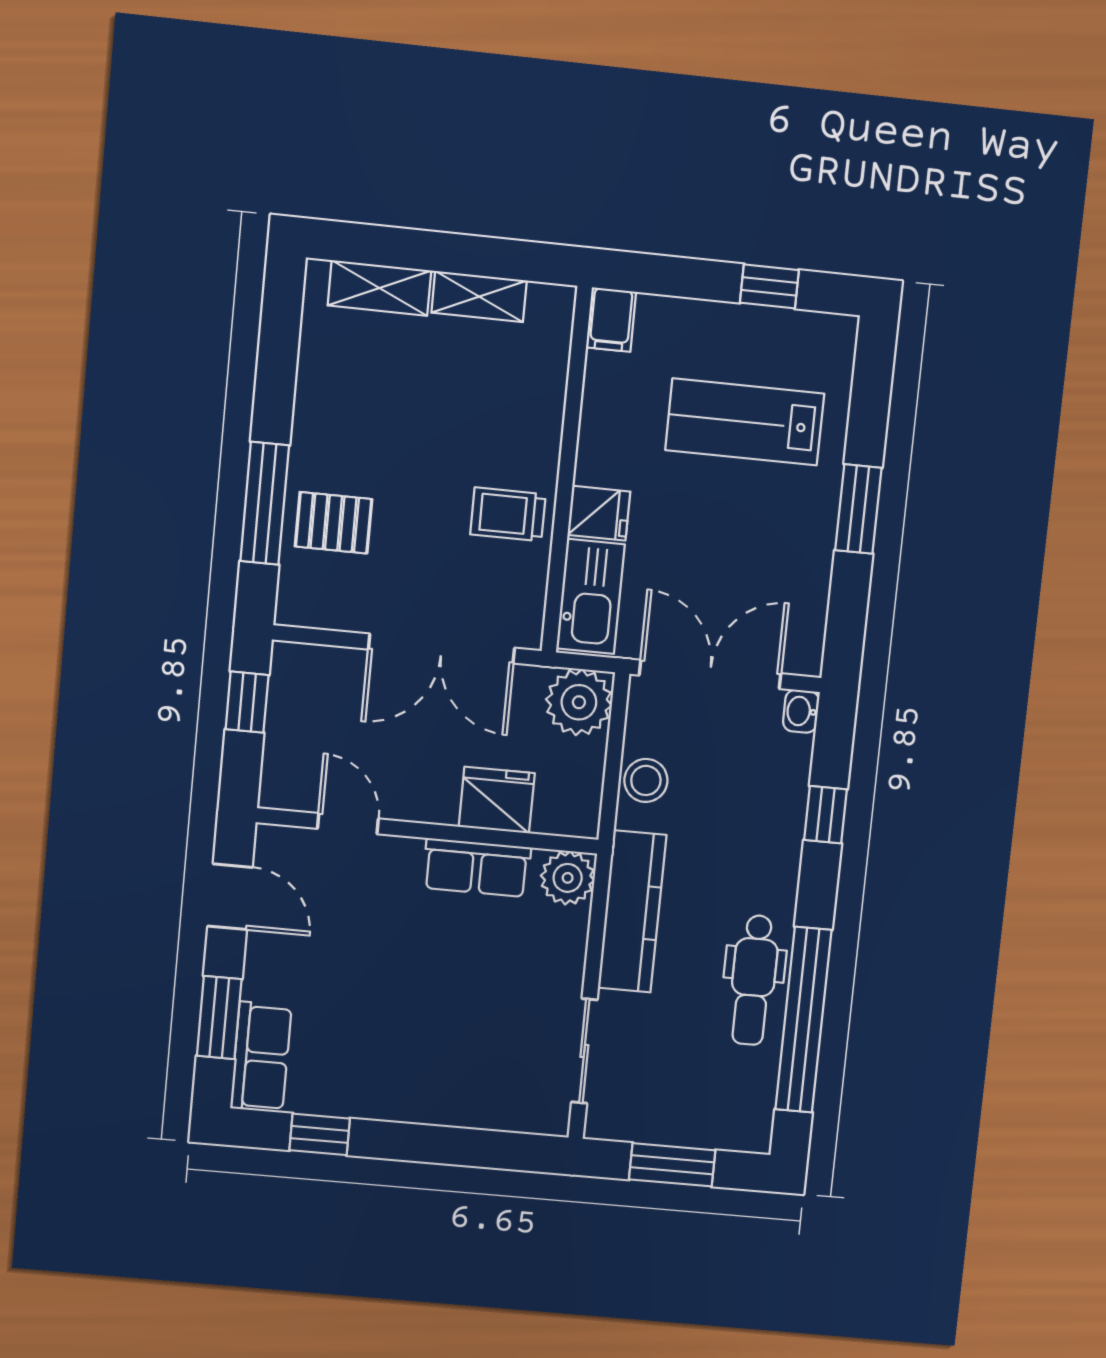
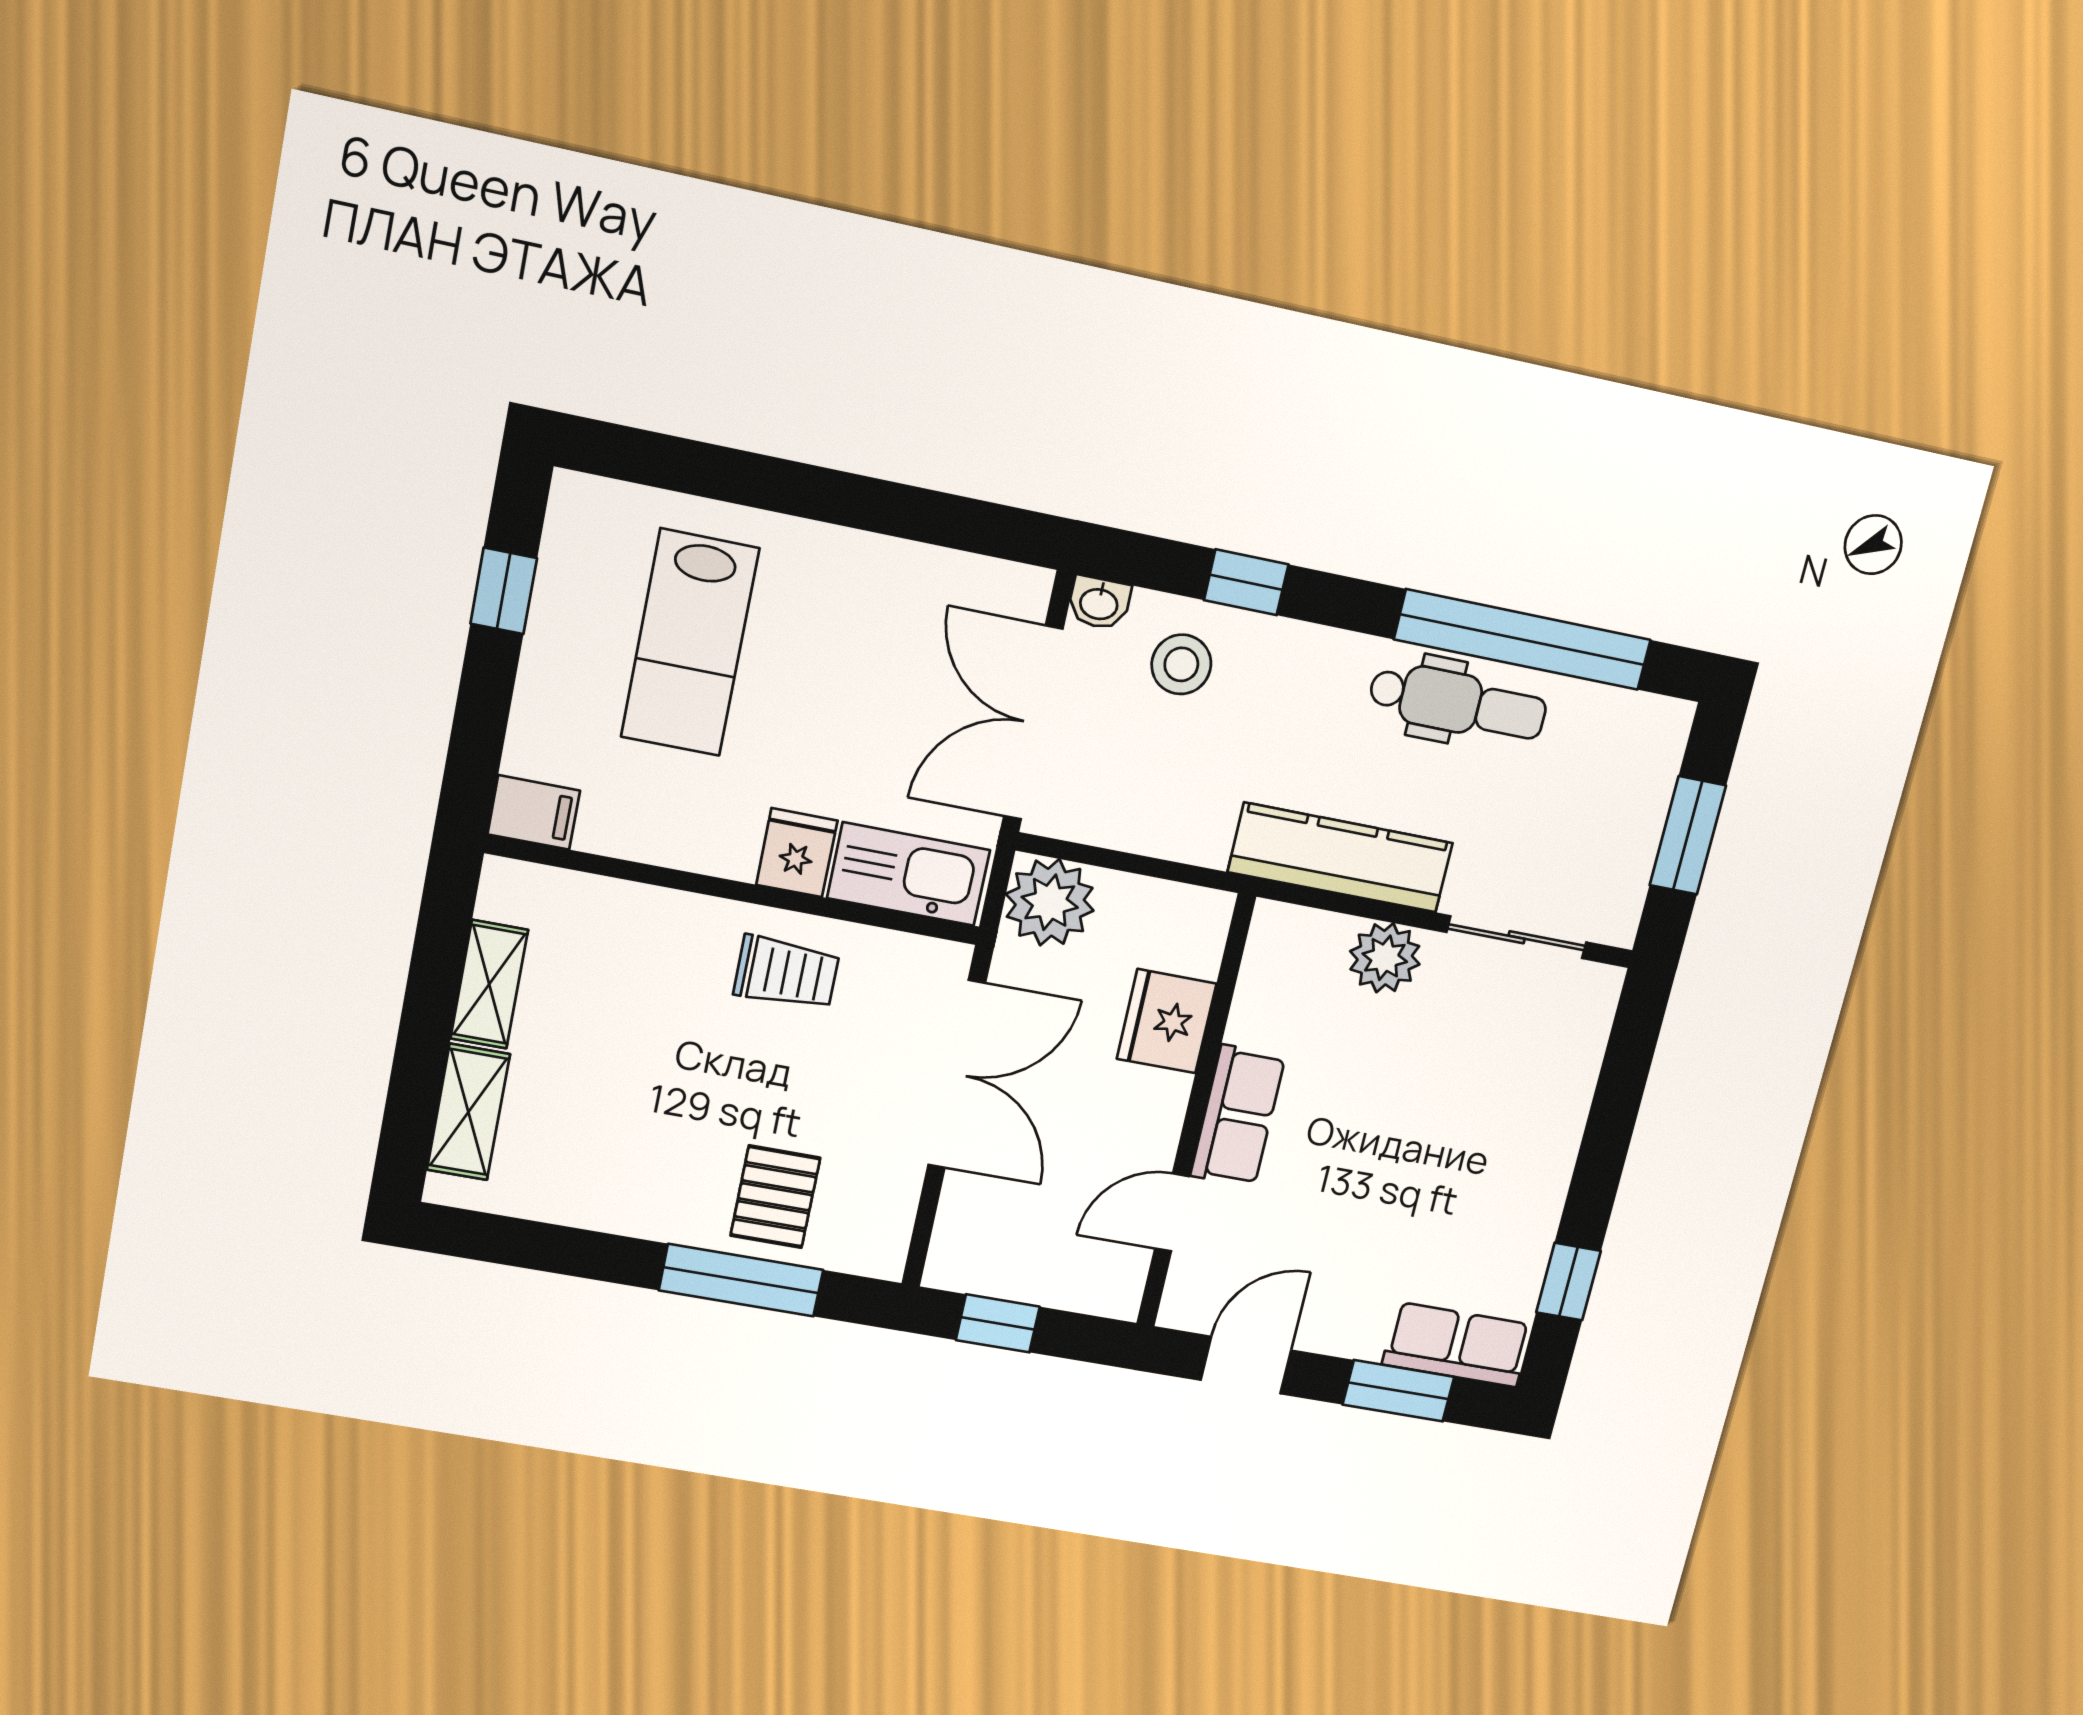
window: (858, 509) -> (826, 495), removed
trolley: (508, 514) -> (787, 973), turned -90
stool: (646, 780) -> (1181, 664), moved
row of seats: (477, 868) -> (1238, 1116), moved
plant: (568, 878) -> (1385, 958), moved

